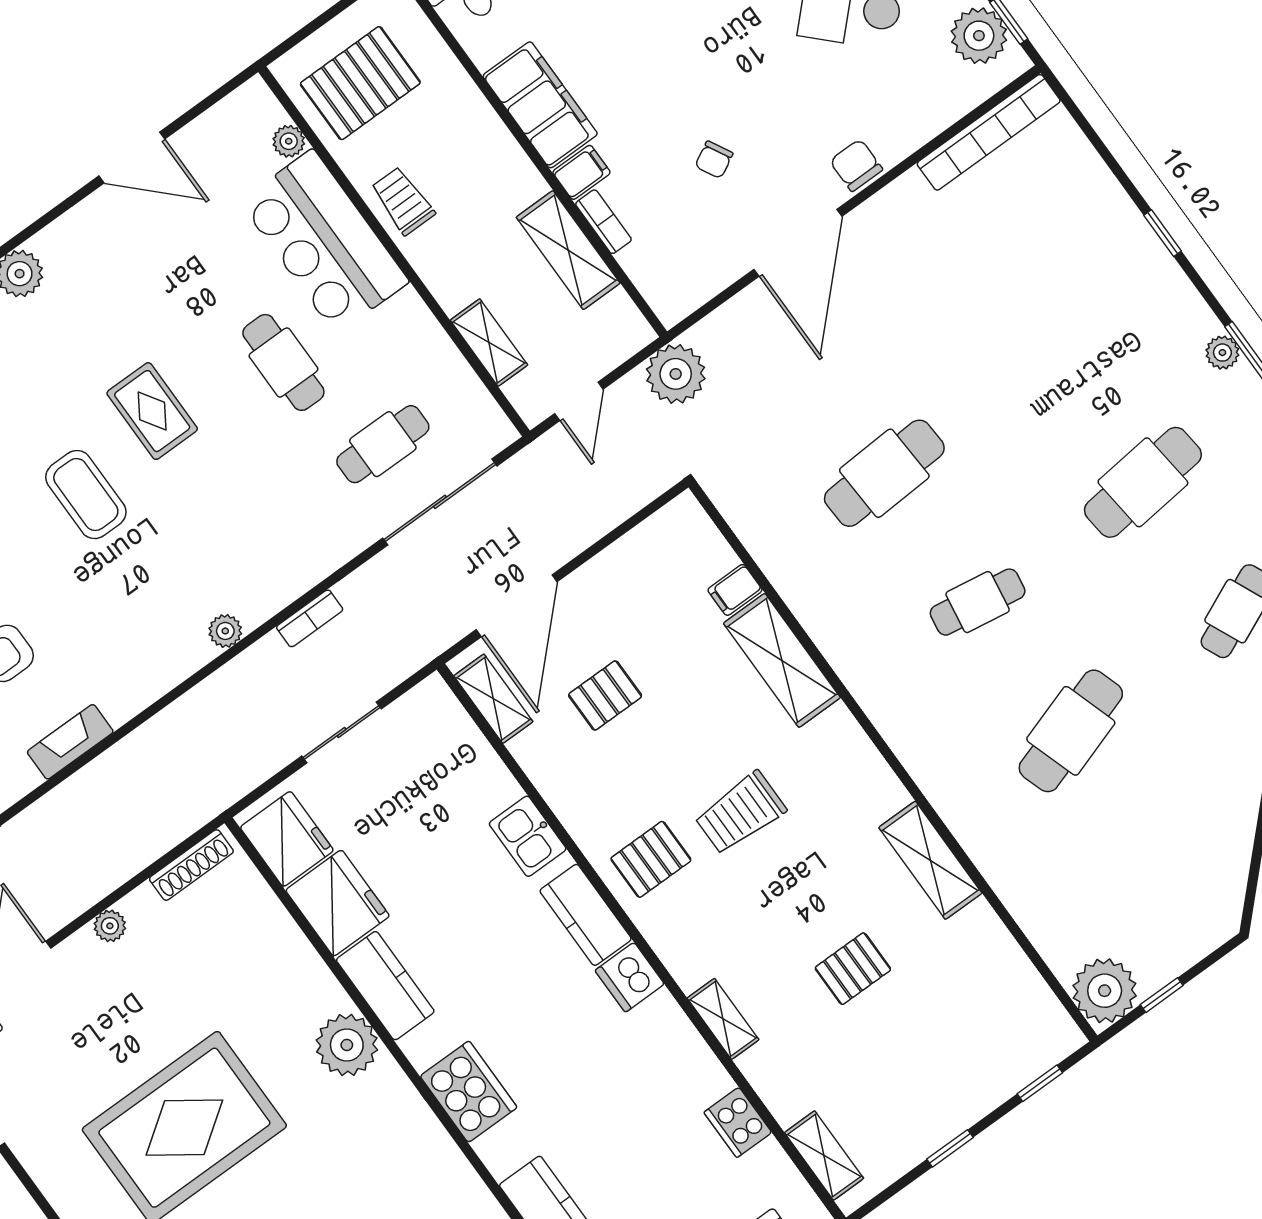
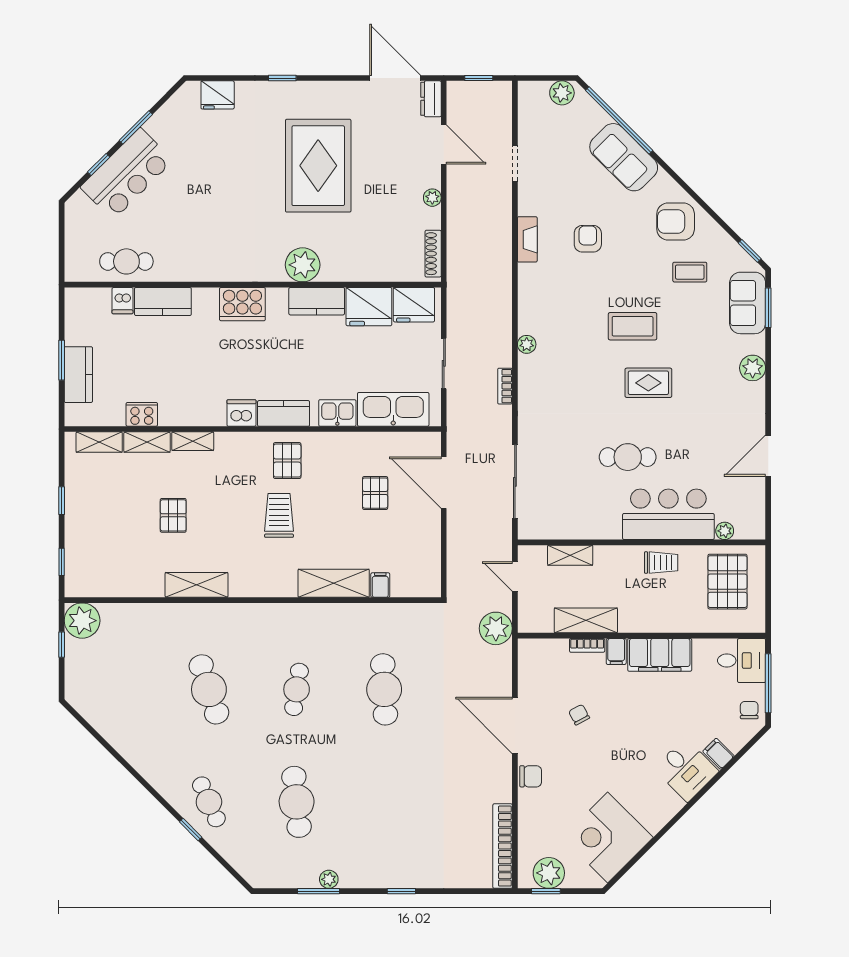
cafe table: (383, 444) -> (559, 475), removed
shelving: (493, 699) -> (147, 442), moved
kitchen sink: (463, 758) -> (393, 409), added

